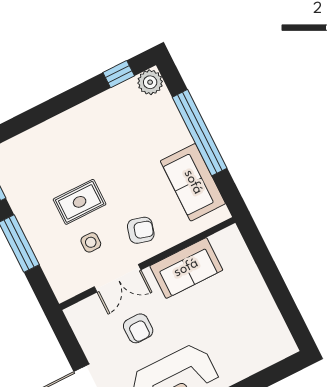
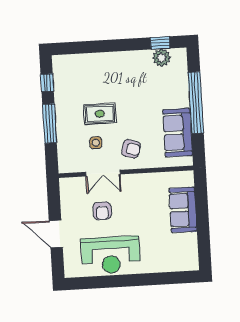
plant: (150, 82) -> (161, 58), moved
sofa: (186, 268) -> (183, 210), moved, turned 90

